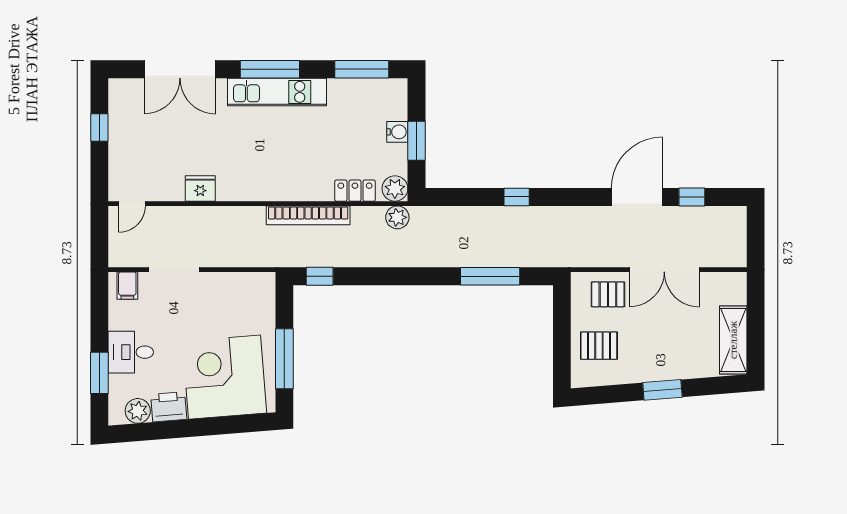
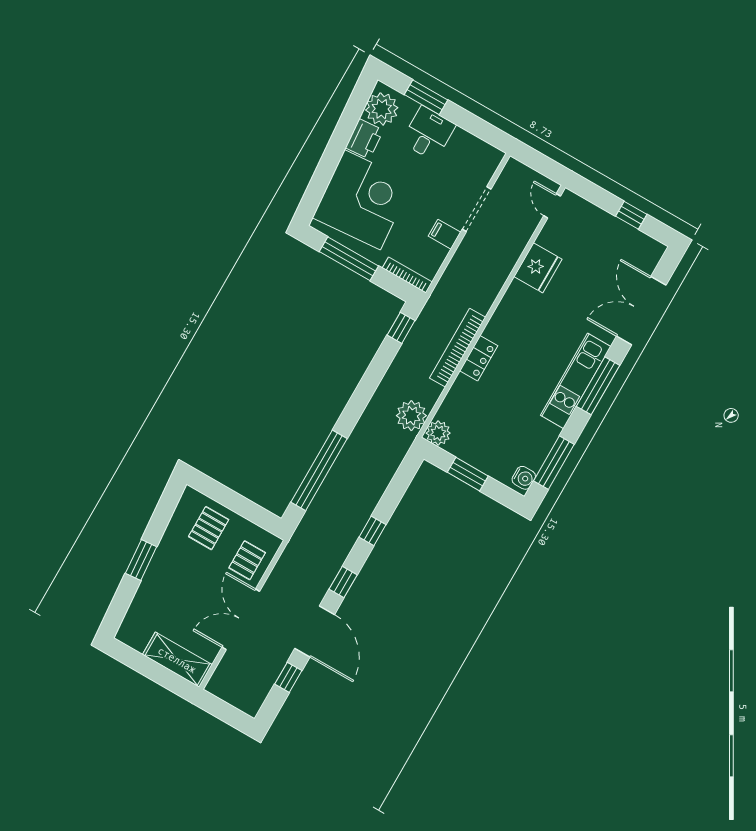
water cooler: (397, 132) -> (524, 478), moved, turned -90
fridge: (200, 189) -> (538, 268), width x1.36, depth x1.34
locker: (355, 191) -> (479, 358), moved
window: (578, 197) -> (343, 582), added
plant: (397, 217) -> (411, 416), width x1.36, depth x1.36
window: (490, 276) -> (319, 470), width x1.46
filing cabinet: (127, 286) -> (444, 234), moved
bookcase: (269, 298) -> (407, 275), added
shelving: (733, 340) -> (177, 660), moved
plant: (138, 411) -> (382, 109), width x1.36, depth x1.36

